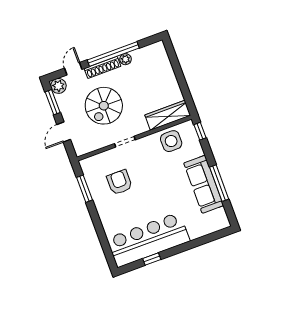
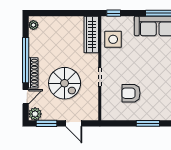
plant: (125, 59) -> (33, 25), moved
door: (73, 69) -> (26, 97), swing flipped
window: (84, 189) -> (148, 123), moved

